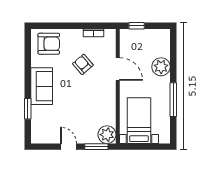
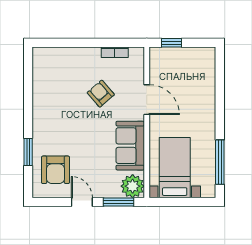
armchair: (49, 44) -> (56, 170), moved, turned 90
plant: (161, 67) -> (204, 97), removed
sofa: (42, 86) -> (130, 146), moved, turned 180
window: (173, 100) -> (220, 162), moved

